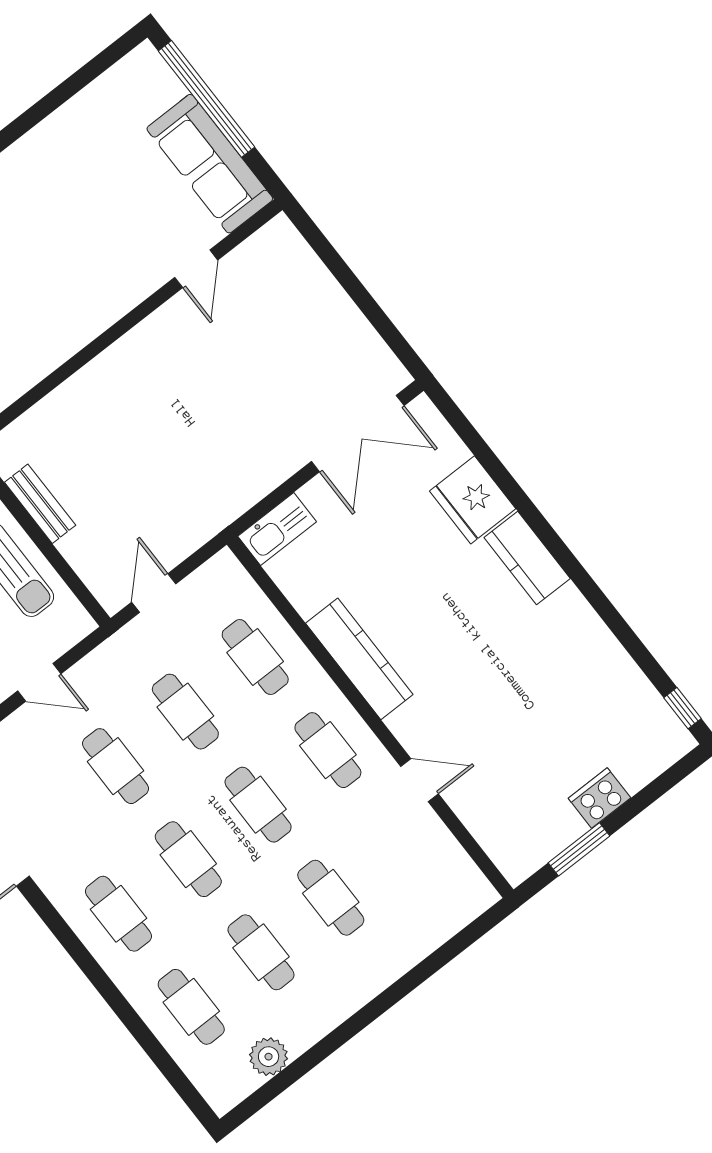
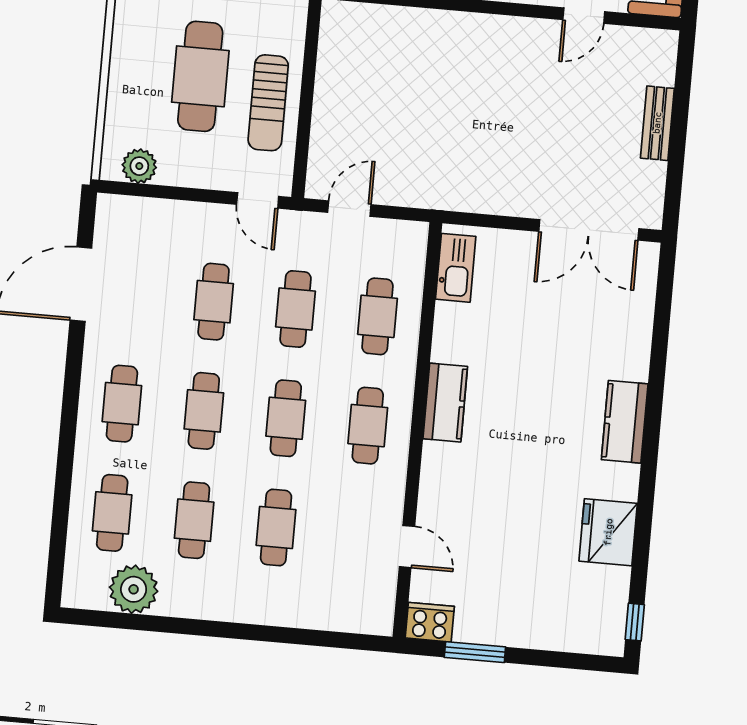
fridge: (473, 500) -> (608, 532), moved
bench: (40, 504) -> (657, 123), moved
kitchen sink: (277, 529) -> (456, 268), moved, turned -90
kitchen counter: (359, 659) -> (445, 403), width x0.67
door: (39, 682) -> (258, 200), moved
door: (419, 780) -> (407, 547), moved
cooker: (599, 798) -> (430, 622), moved
plant: (269, 1057) -> (134, 589), width x1.36, depth x1.36

